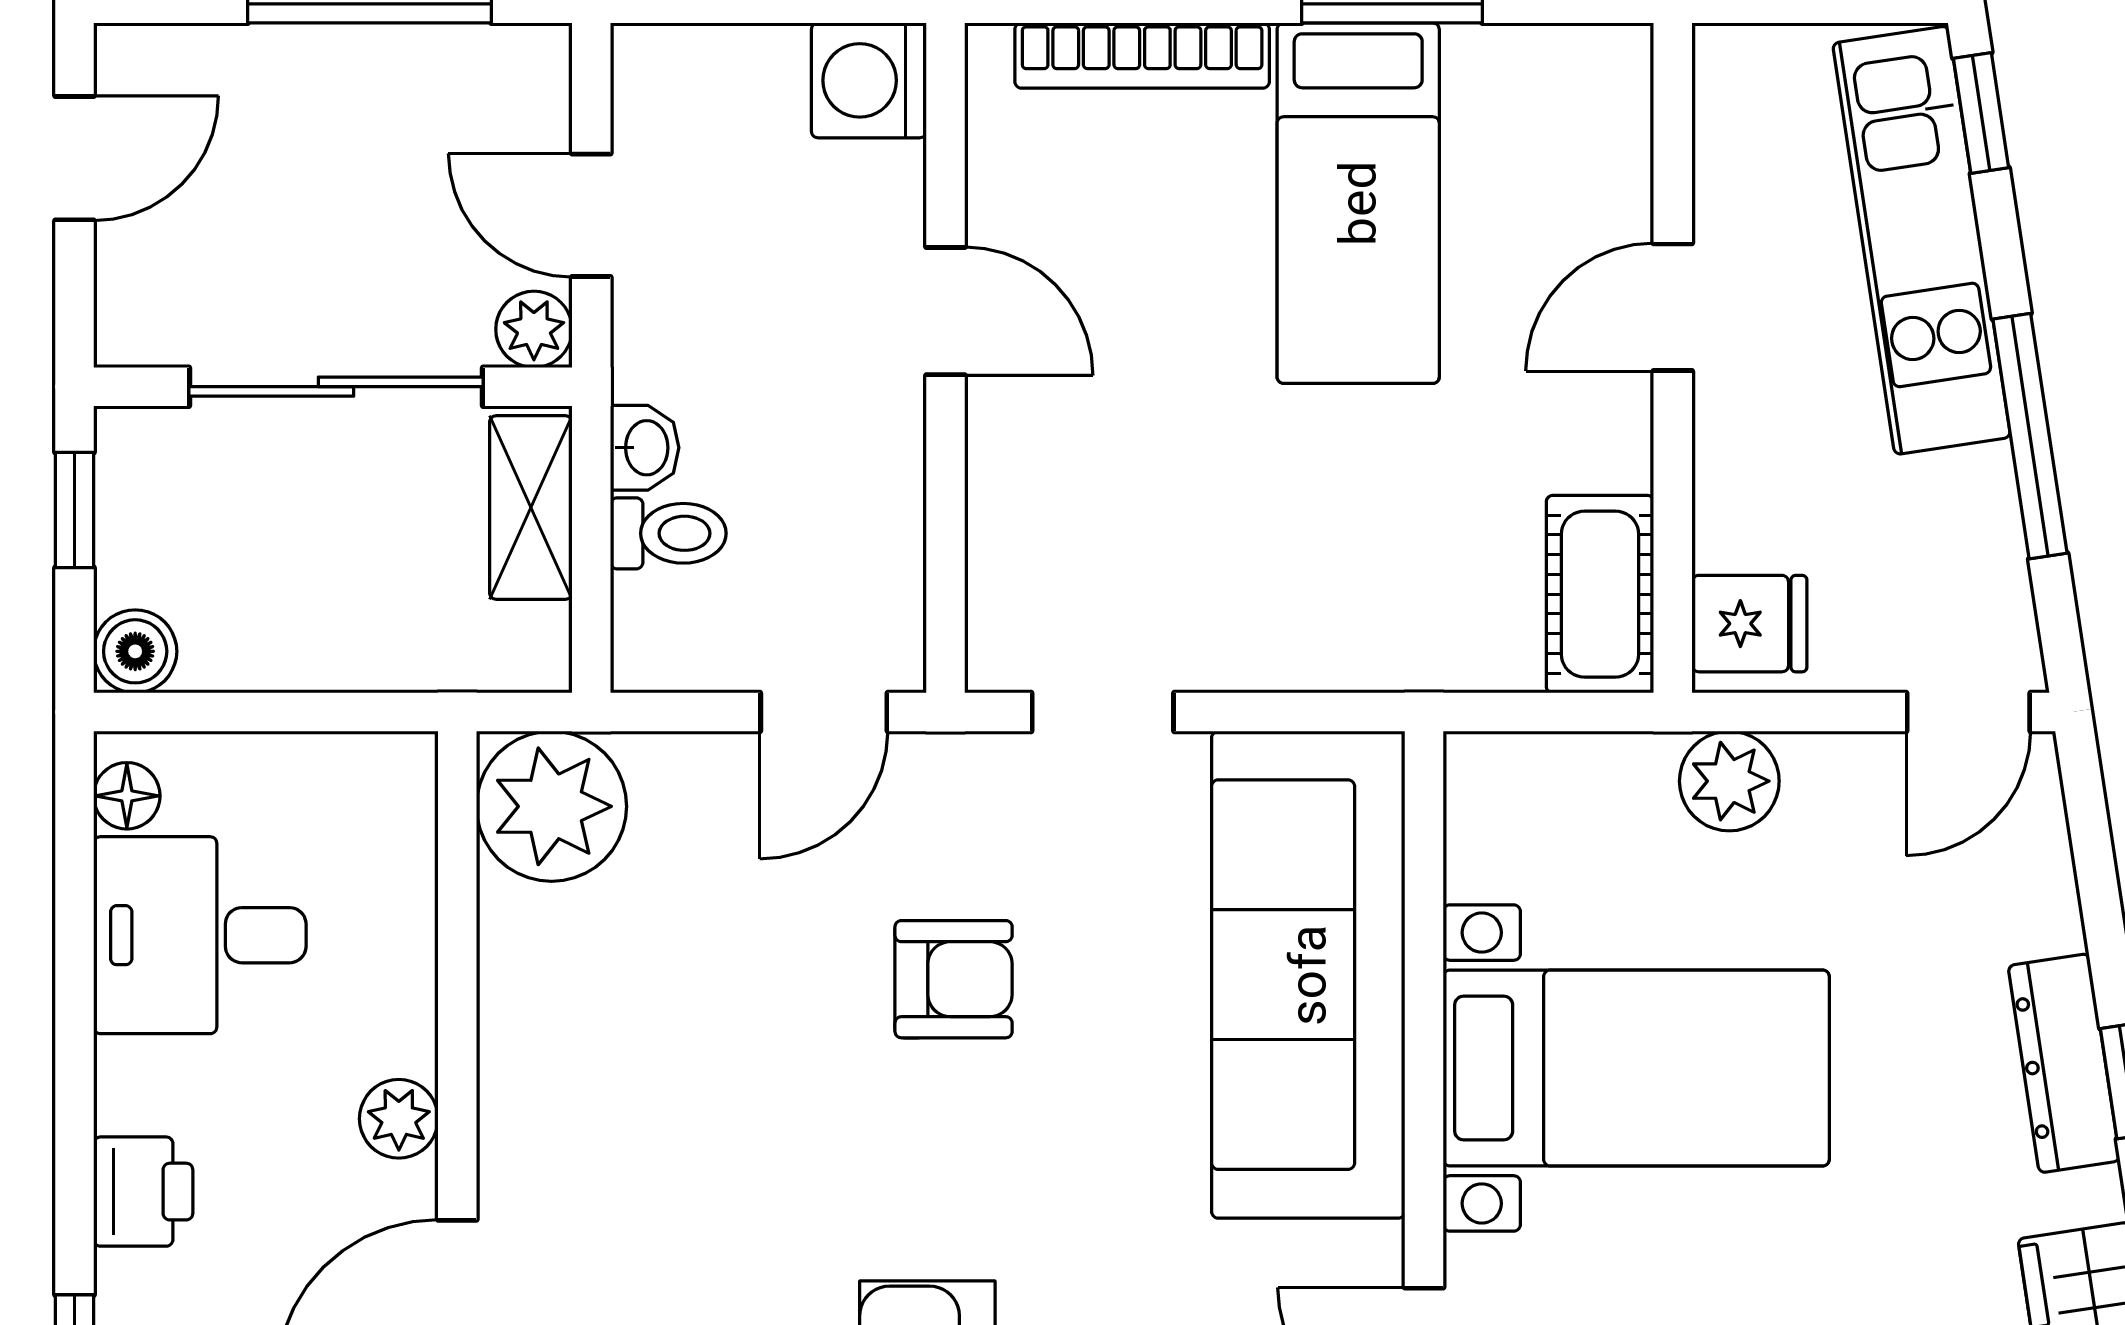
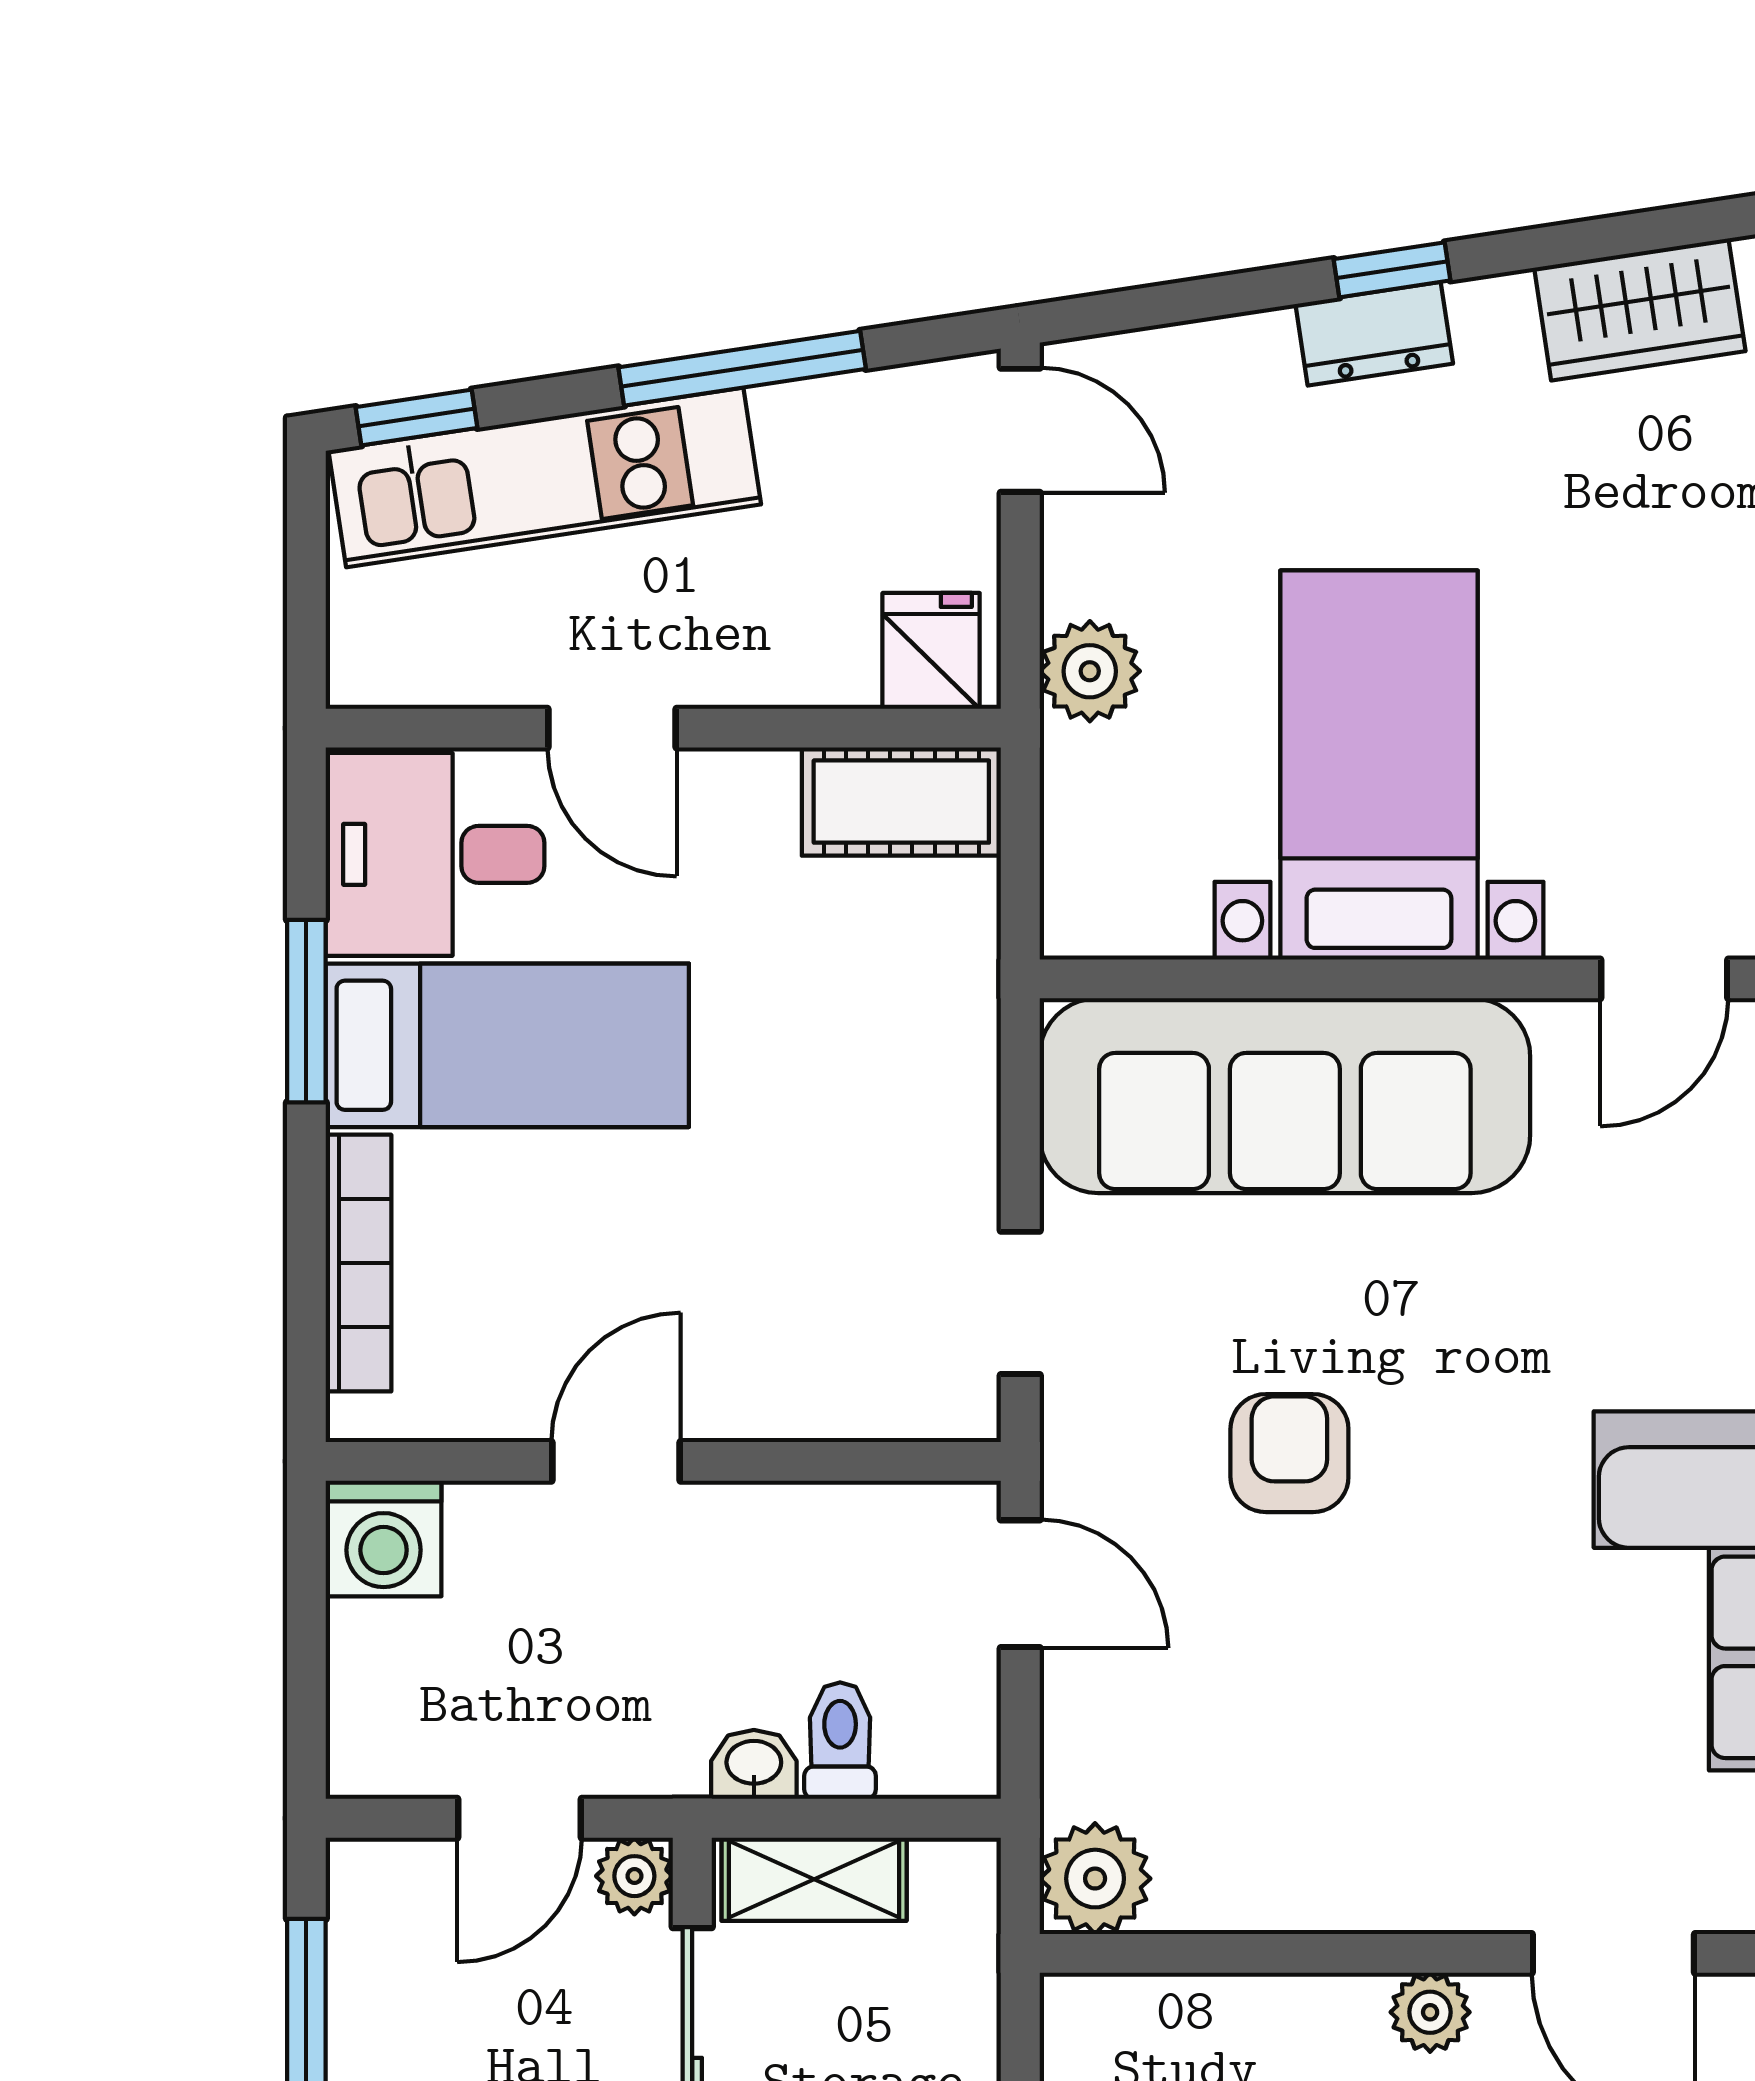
desk: (1548, 131) -> (435, 854), added
plant: (552, 806) -> (1095, 1879), width x0.73, depth x0.73
dresser: (2064, 1063) -> (1374, 334), width x0.70

